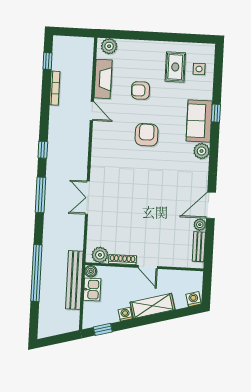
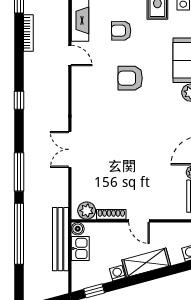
armchair: (147, 135) -> (130, 78), turned -90
window: (40, 195) -> (19, 172), moved

